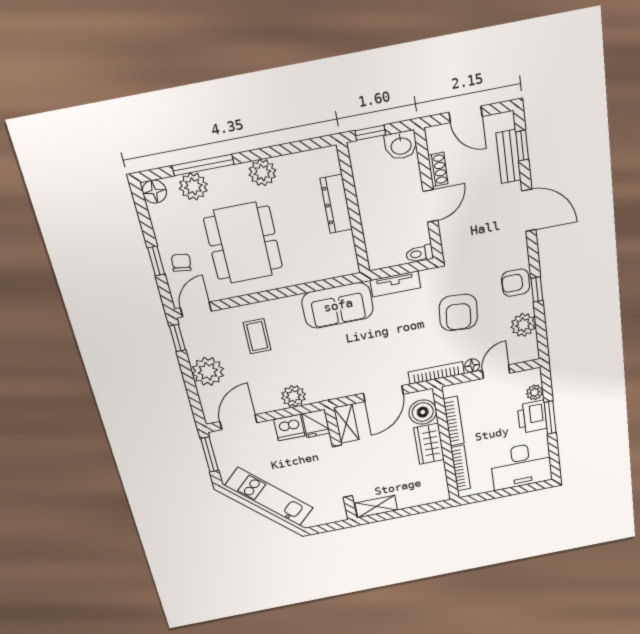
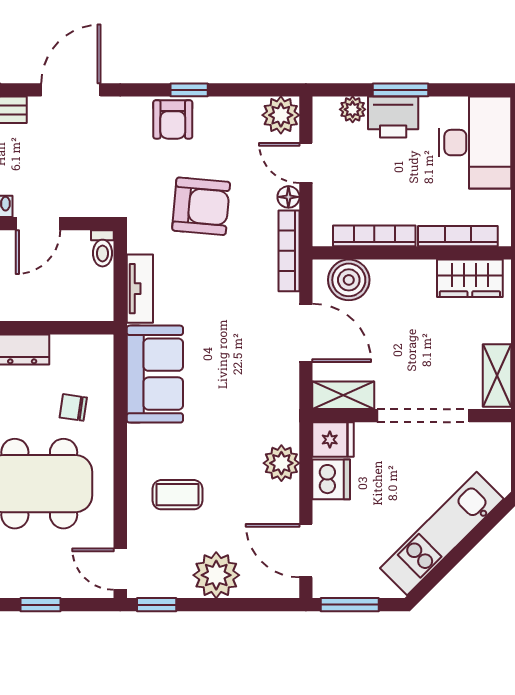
door: (431, 206) -> (38, 224), swing flipped
chair: (181, 263) -> (73, 407), moved
plant: (523, 325) -> (281, 115), moved
wardrobe: (429, 444) -> (470, 278), moved

